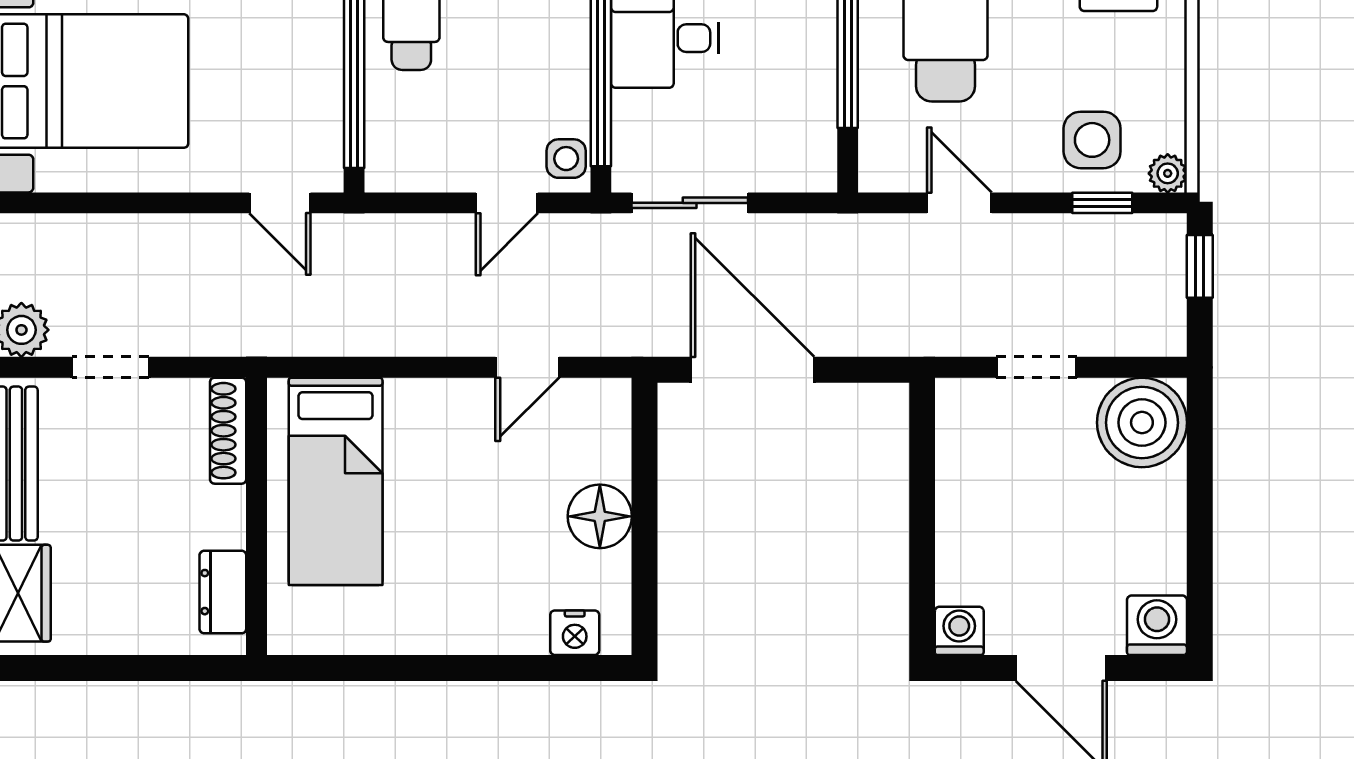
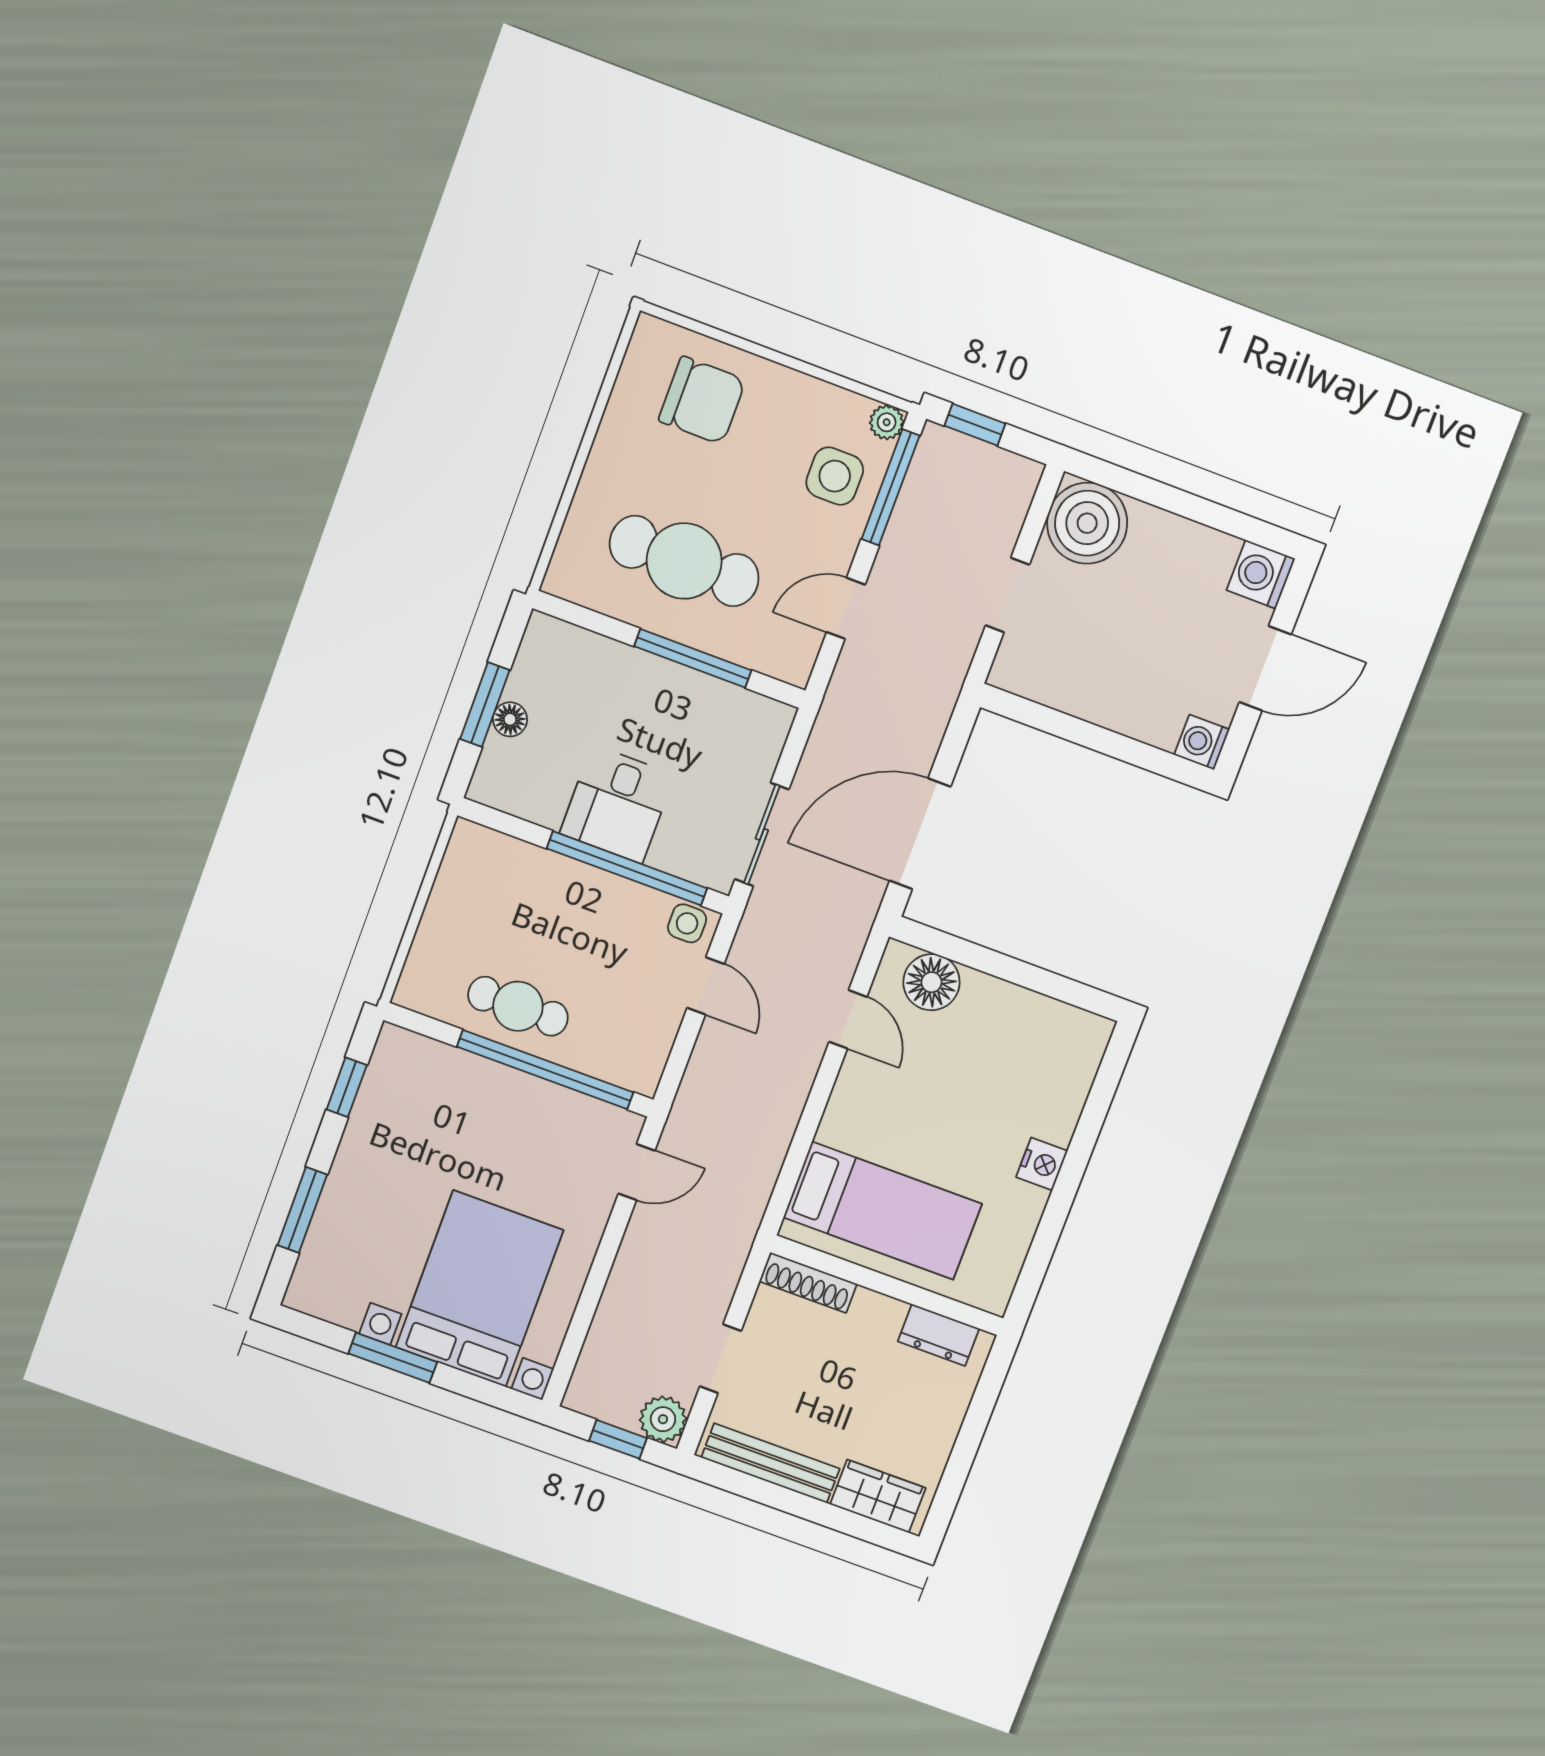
window: (1102, 203) -> (891, 487), width x2.17
floor lamp: (600, 516) -> (931, 982), moved
nightstand: (575, 633) -> (1042, 1164), moved

